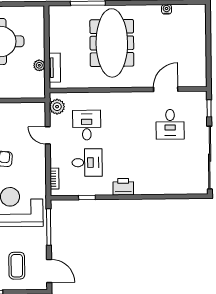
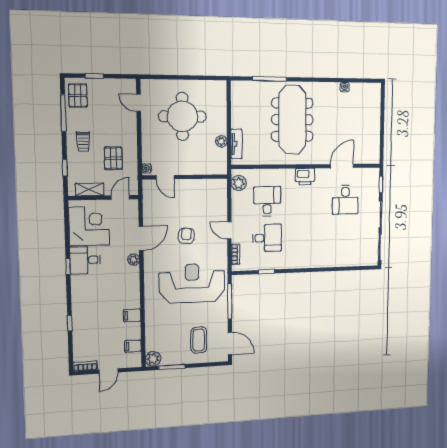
door: (48, 135) -> (229, 230), moved
printer: (123, 187) -> (305, 177), moved, turned 180

